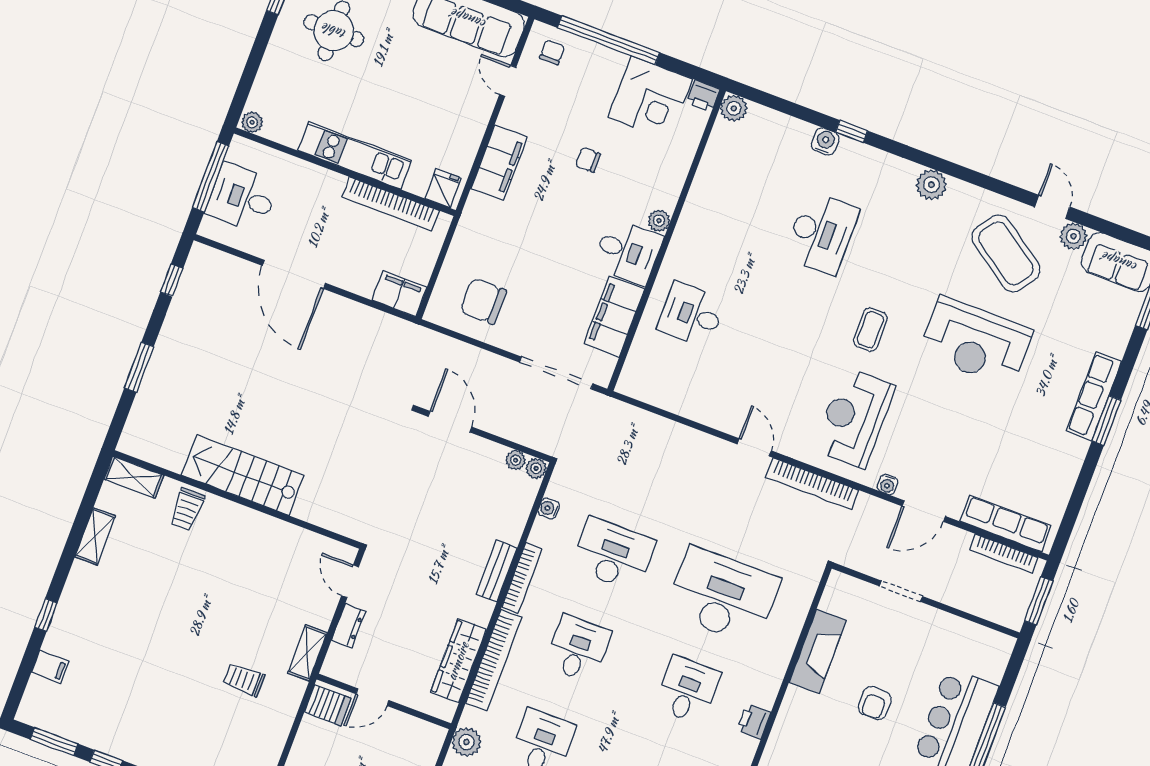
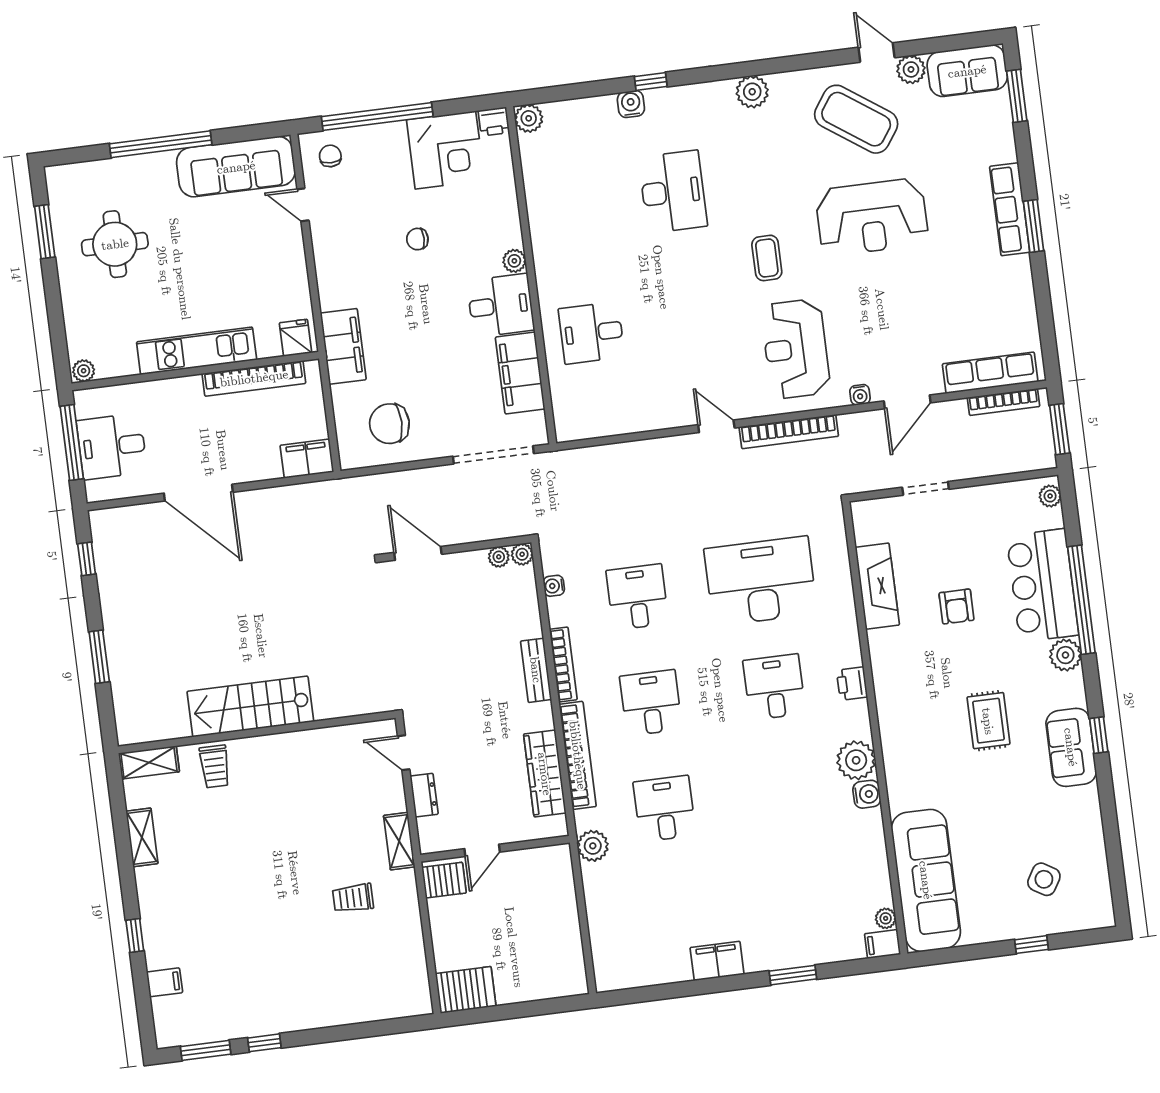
filing cabinet: (499, 163) -> (343, 346), moved
desk: (613, 555) -> (637, 597), width x0.73
plant: (1001, 652) -> (1050, 496), added

